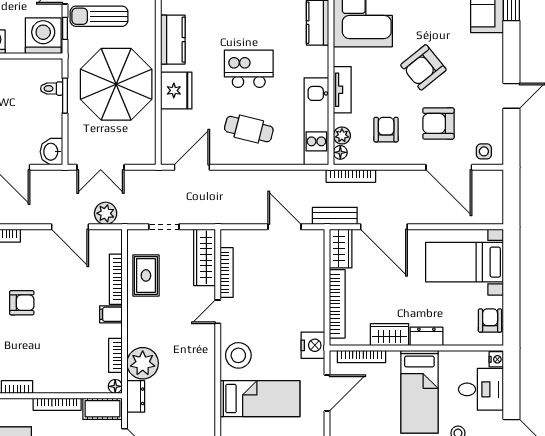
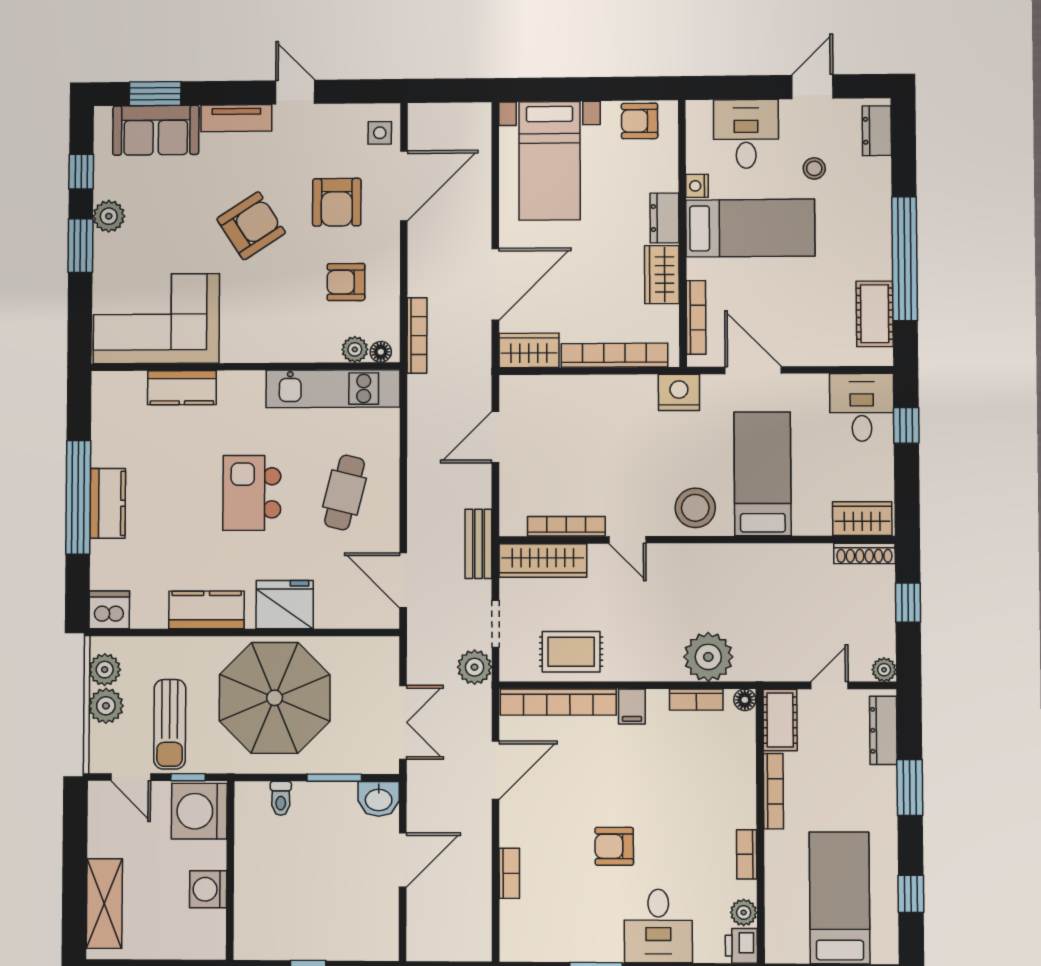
armchair: (423, 67) -> (251, 226), turned -84
tv unit: (342, 90) -> (236, 118), moved, turned 180
window: (65, 96) -> (334, 778), moved
plant: (106, 213) -> (475, 667), moved
bench: (335, 216) -> (478, 544), moved
bookcase: (116, 279) -> (558, 702), width x1.48, depth x1.31
armchair: (22, 303) -> (614, 846), turned -90
nightstand: (496, 359) -> (697, 186), moved, turned -90
dresser: (136, 396) -> (760, 668), removed

